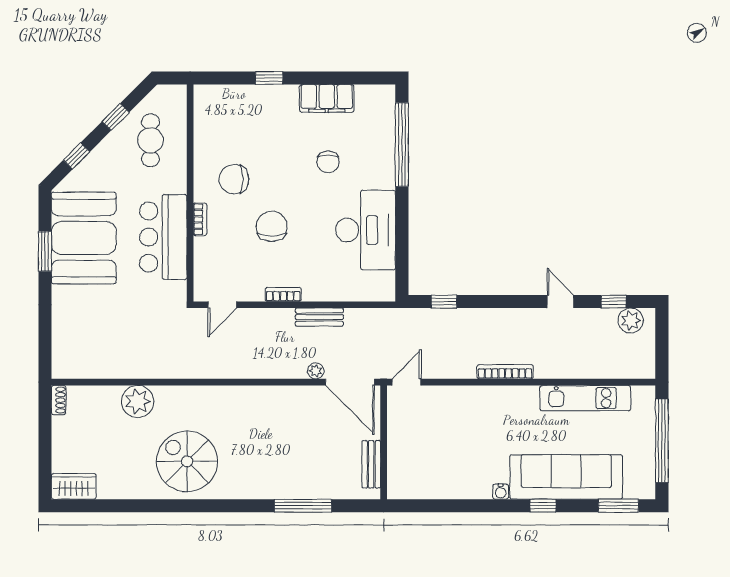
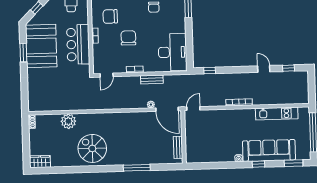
desk: (366, 230) -> (173, 52), moved
plant: (631, 320) -> (297, 77), removed
window: (303, 506) -> (137, 168), moved

